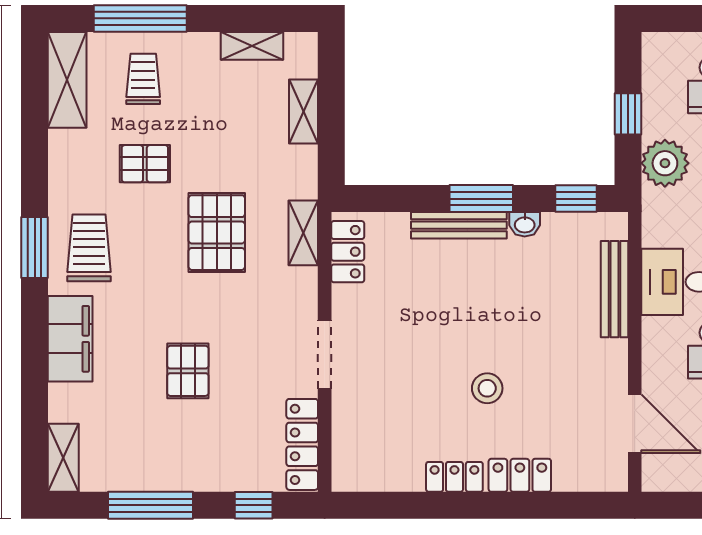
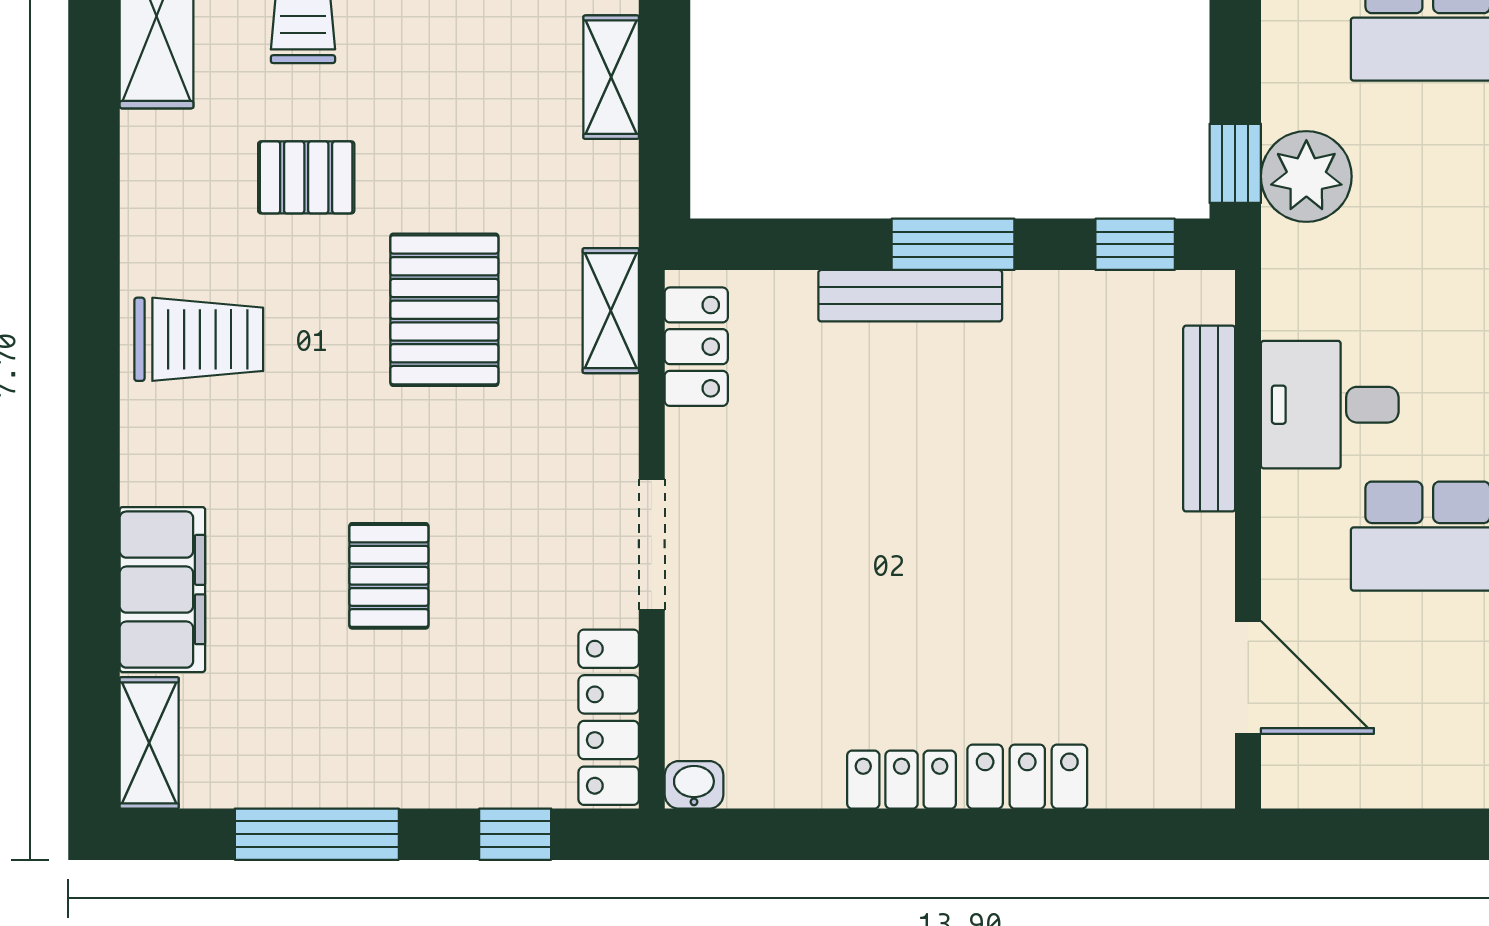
window: (628, 114) -> (1235, 163), moved
washbasin: (525, 224) -> (694, 785), moved, turned 180
window: (35, 248) -> (94, 339), removed
trolley: (89, 248) -> (199, 339), turned 90
filing cabinet: (70, 339) -> (162, 590), moved
stool: (487, 388) -> (964, 609), removed

